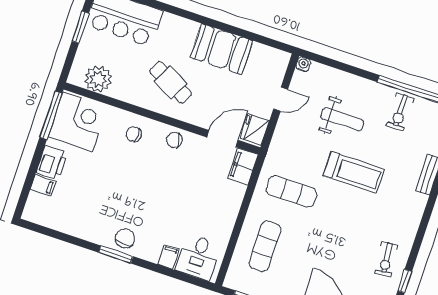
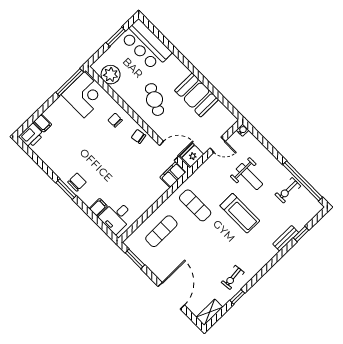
printer: (52, 163) -> (31, 136), moved

